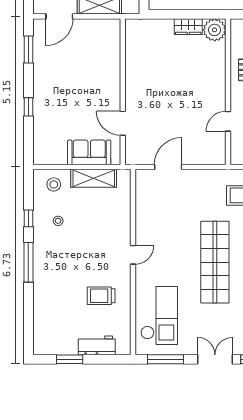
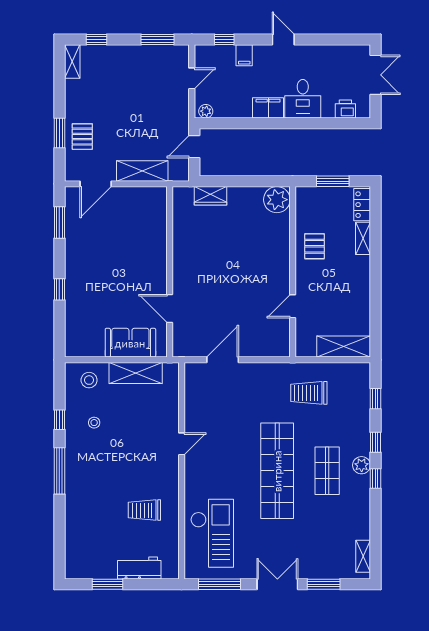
wardrobe: (188, 27) -> (210, 196), moved
door: (133, 255) -> (182, 444), moved

